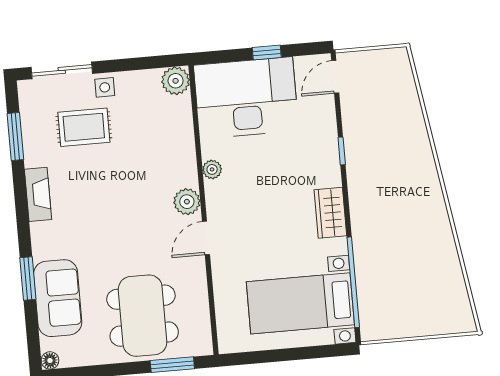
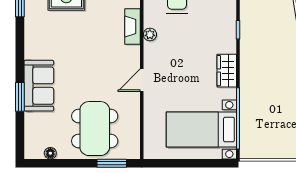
fireplace: (38, 194) -> (133, 27), moved, turned 180
plant: (187, 202) -> (131, 55), removed
sofa: (58, 298) -> (39, 86), moved
floor lamp: (50, 360) -> (50, 153), moved

